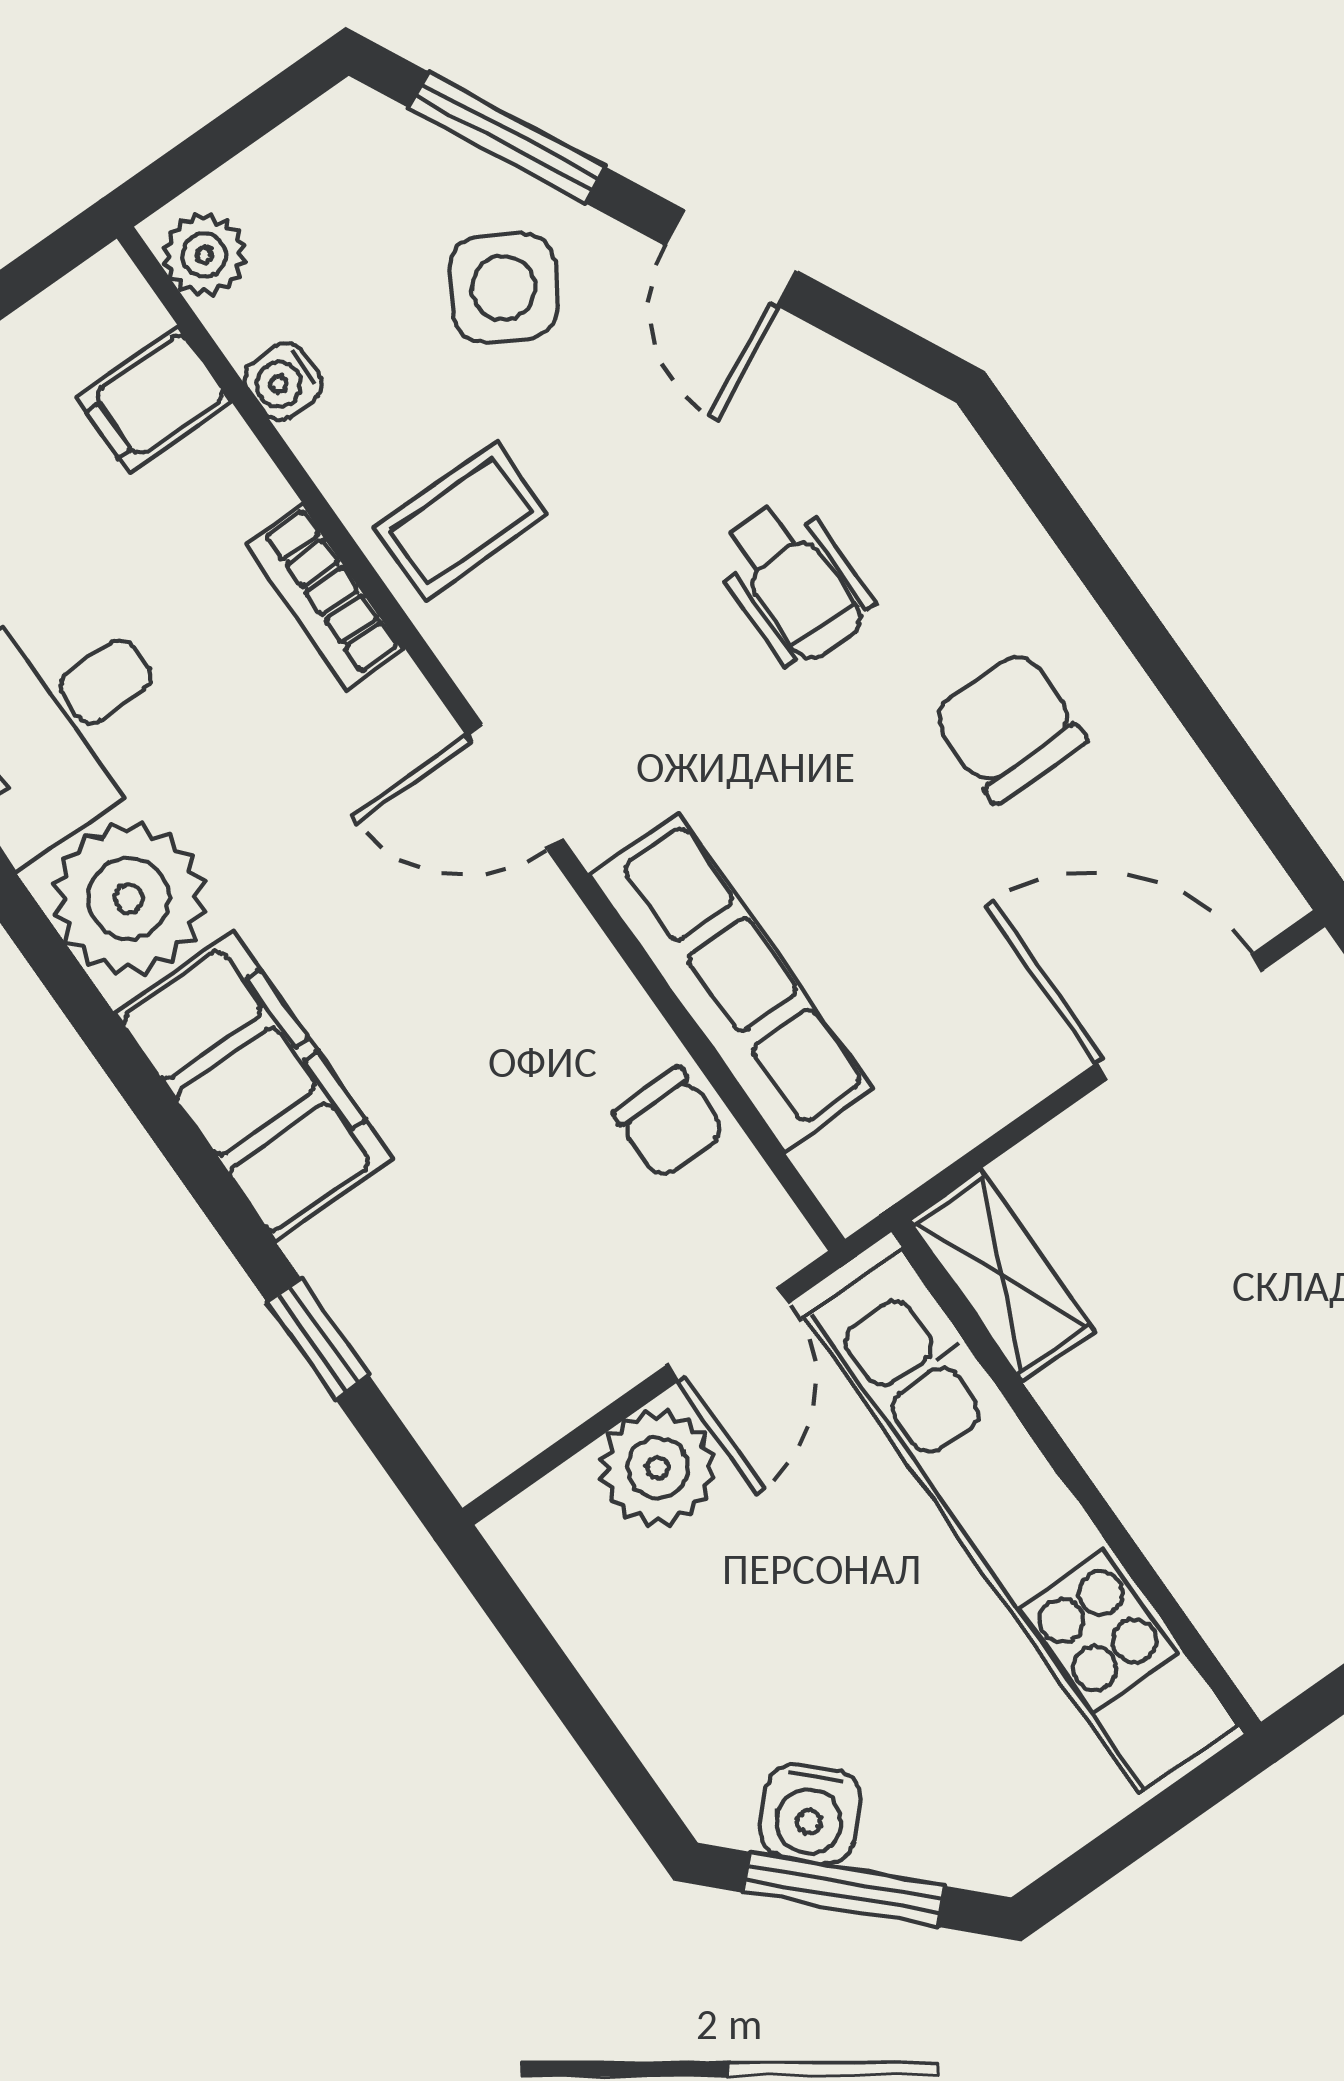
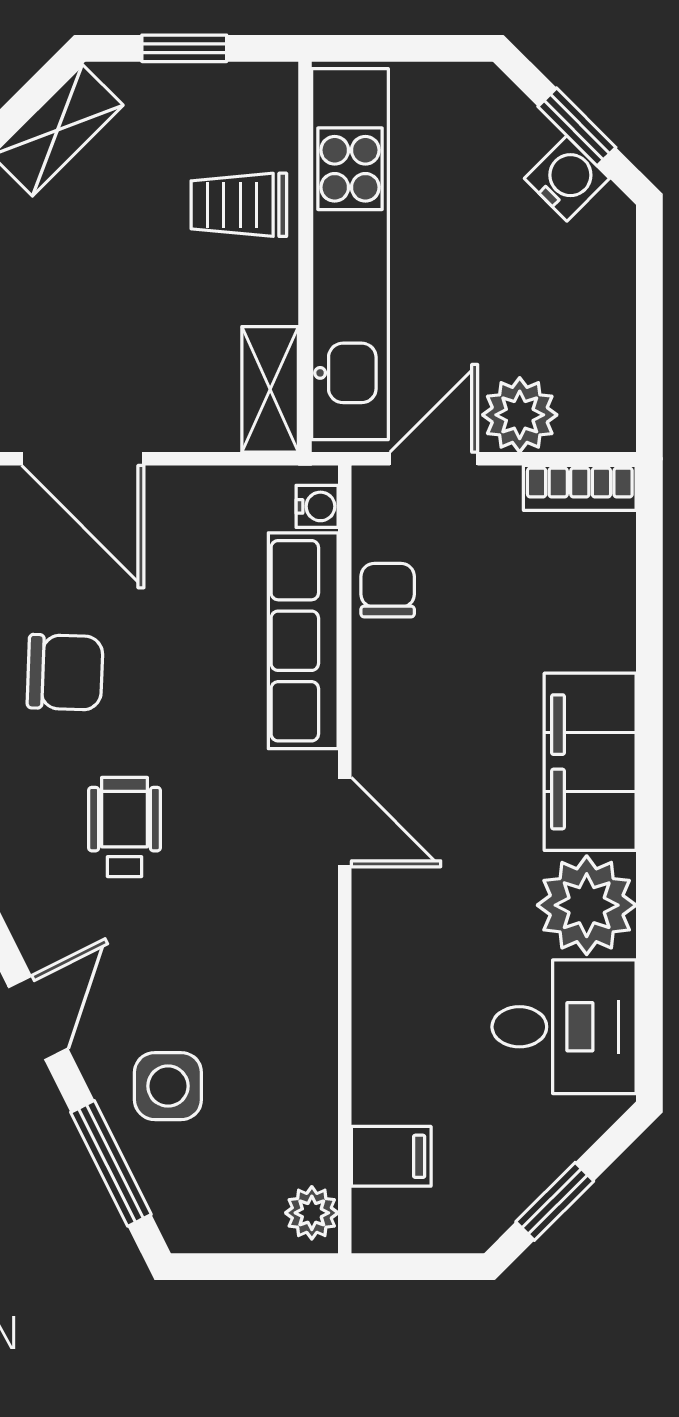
side table: (503, 288) -> (168, 1086), turned -31
water cooler: (283, 381) -> (317, 506), moved
coffee table: (460, 521) -> (276, 980), removed
bookcase: (325, 596) -> (580, 488), moved, turned 90
chair: (1009, 727) -> (65, 672), turned -88
window: (318, 1339) -> (649, 606), removed
trolley: (1208, 1484) -> (239, 205), added
window: (844, 1889) -> (577, 127), width x0.67

